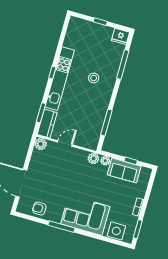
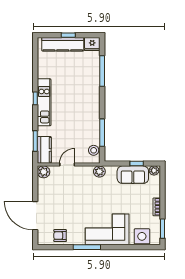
kitchen counter: (93, 29) -> (63, 44), added
stool: (94, 78) -> (94, 150), moved
kitchen unit: (60, 79) -> (44, 102), width x0.73
plant: (105, 161) -> (154, 170), moved

